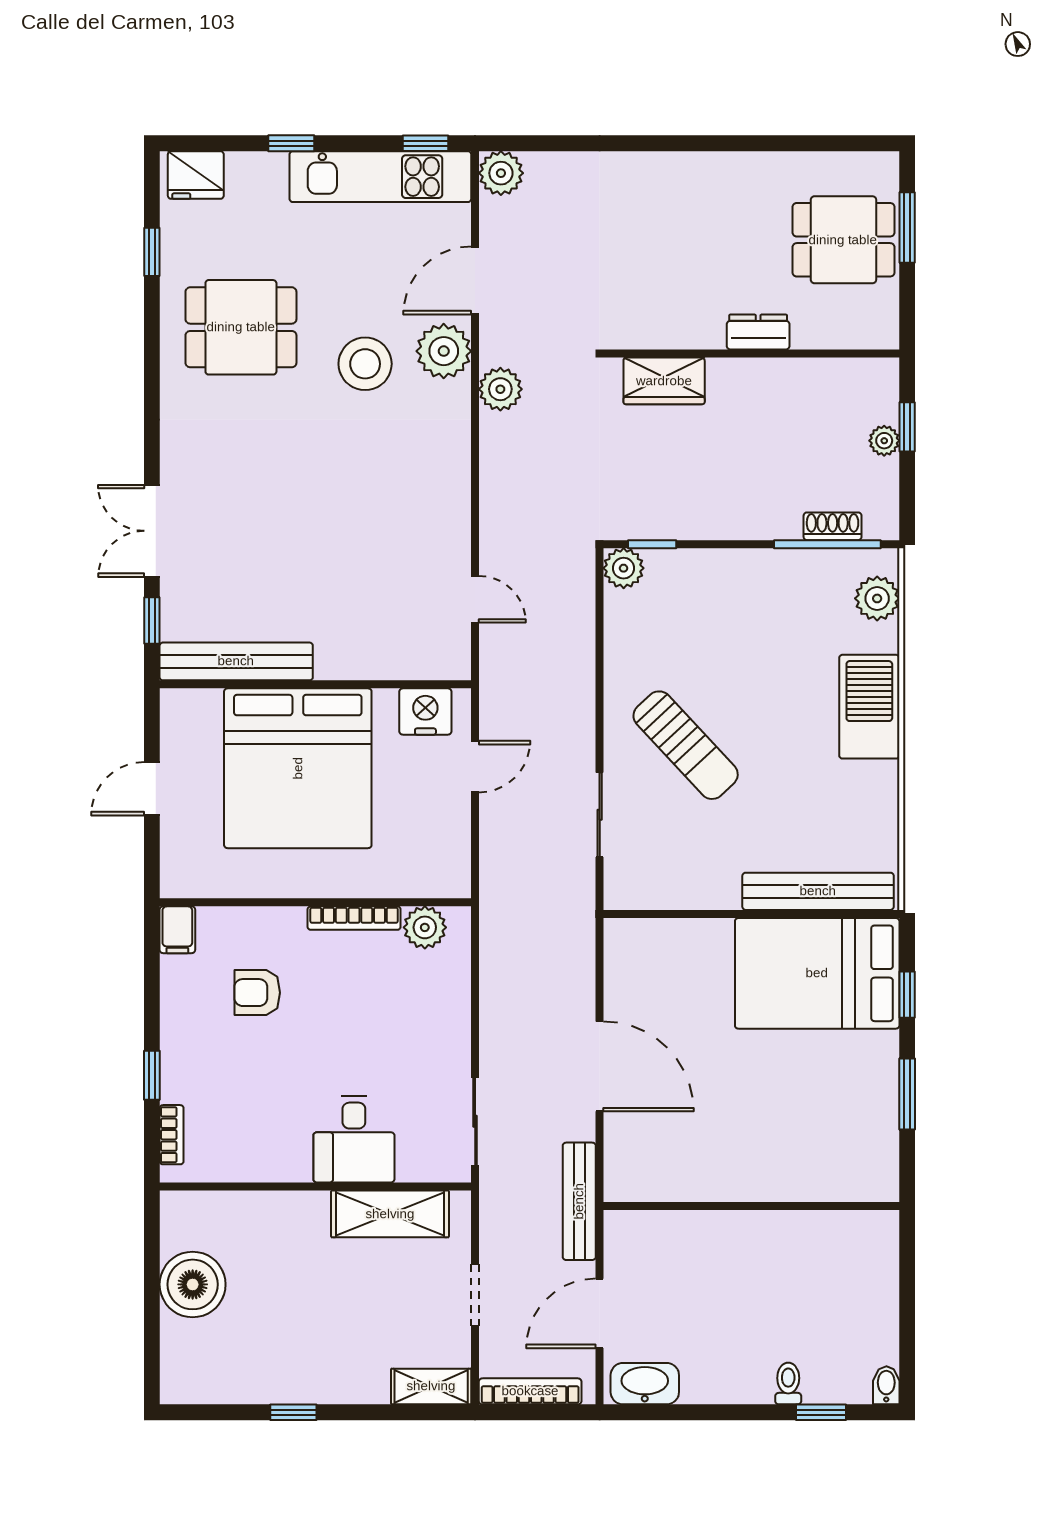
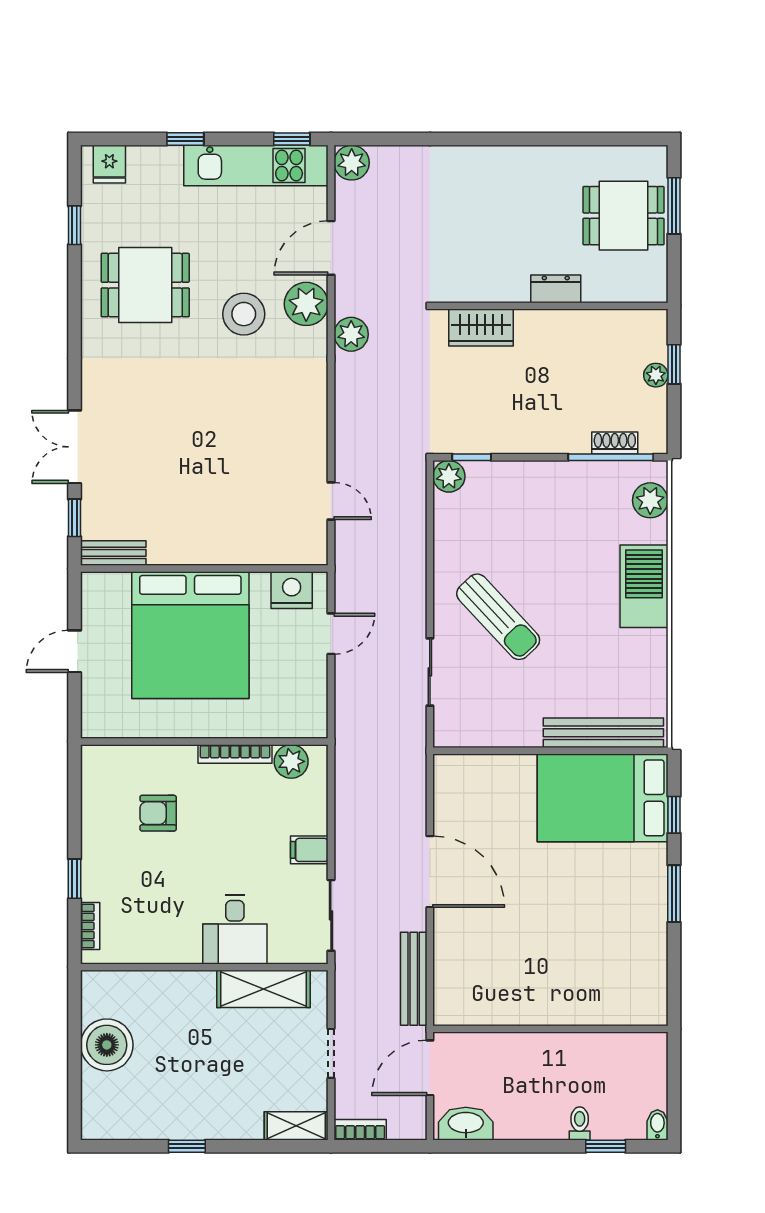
fridge: (196, 175) -> (109, 164), width x0.72
bench: (236, 661) -> (113, 553), width x0.54, depth x0.82
filing cabinet: (177, 930) -> (309, 850), moved, turned 90
wall: (751, 1206) -> (550, 1029), moved
bookcase: (530, 1391) -> (360, 1130), width x0.64

